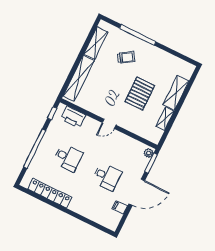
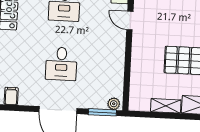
door: (109, 124) -> (130, 21), moved
filing cabinet: (120, 207) -> (11, 96), moved

